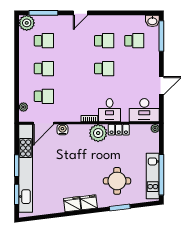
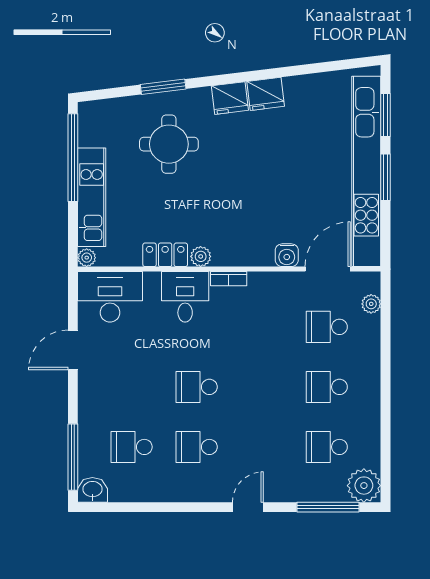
plant: (98, 133) -> (201, 256), width x0.53, depth x0.53
kitchen unit: (153, 176) -> (92, 197), moved

